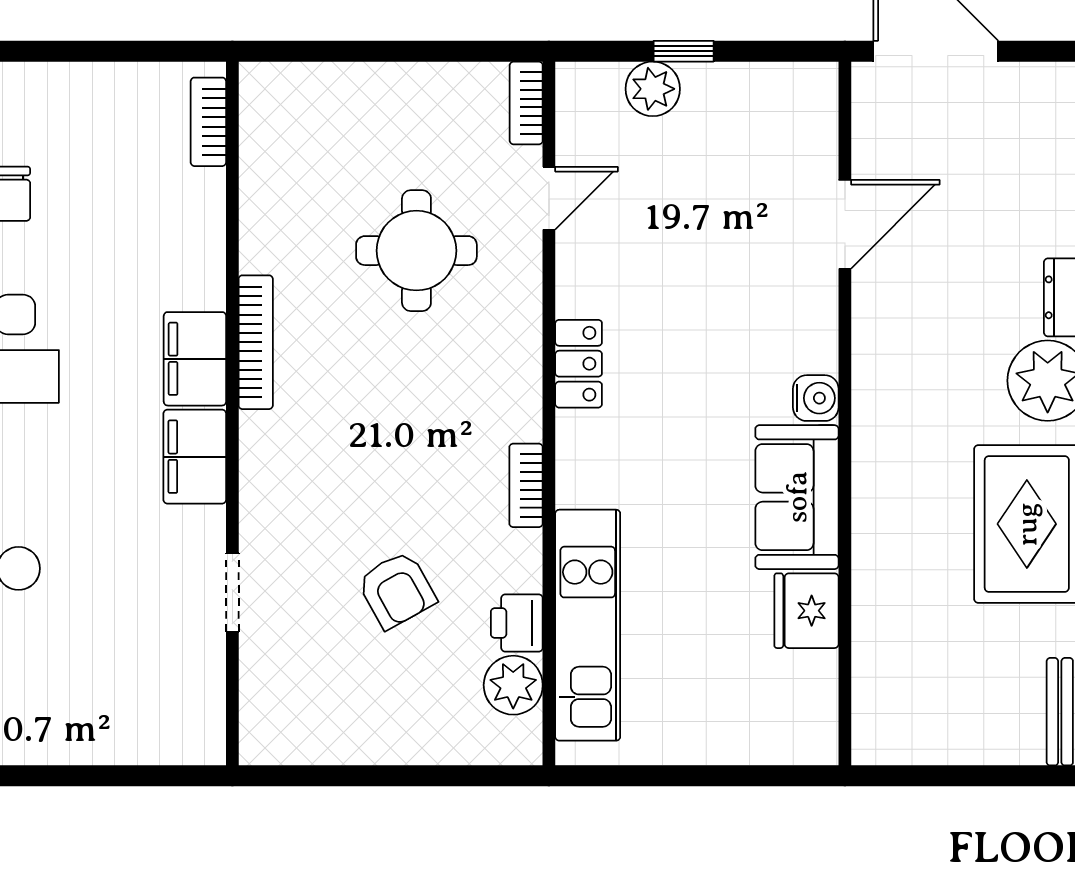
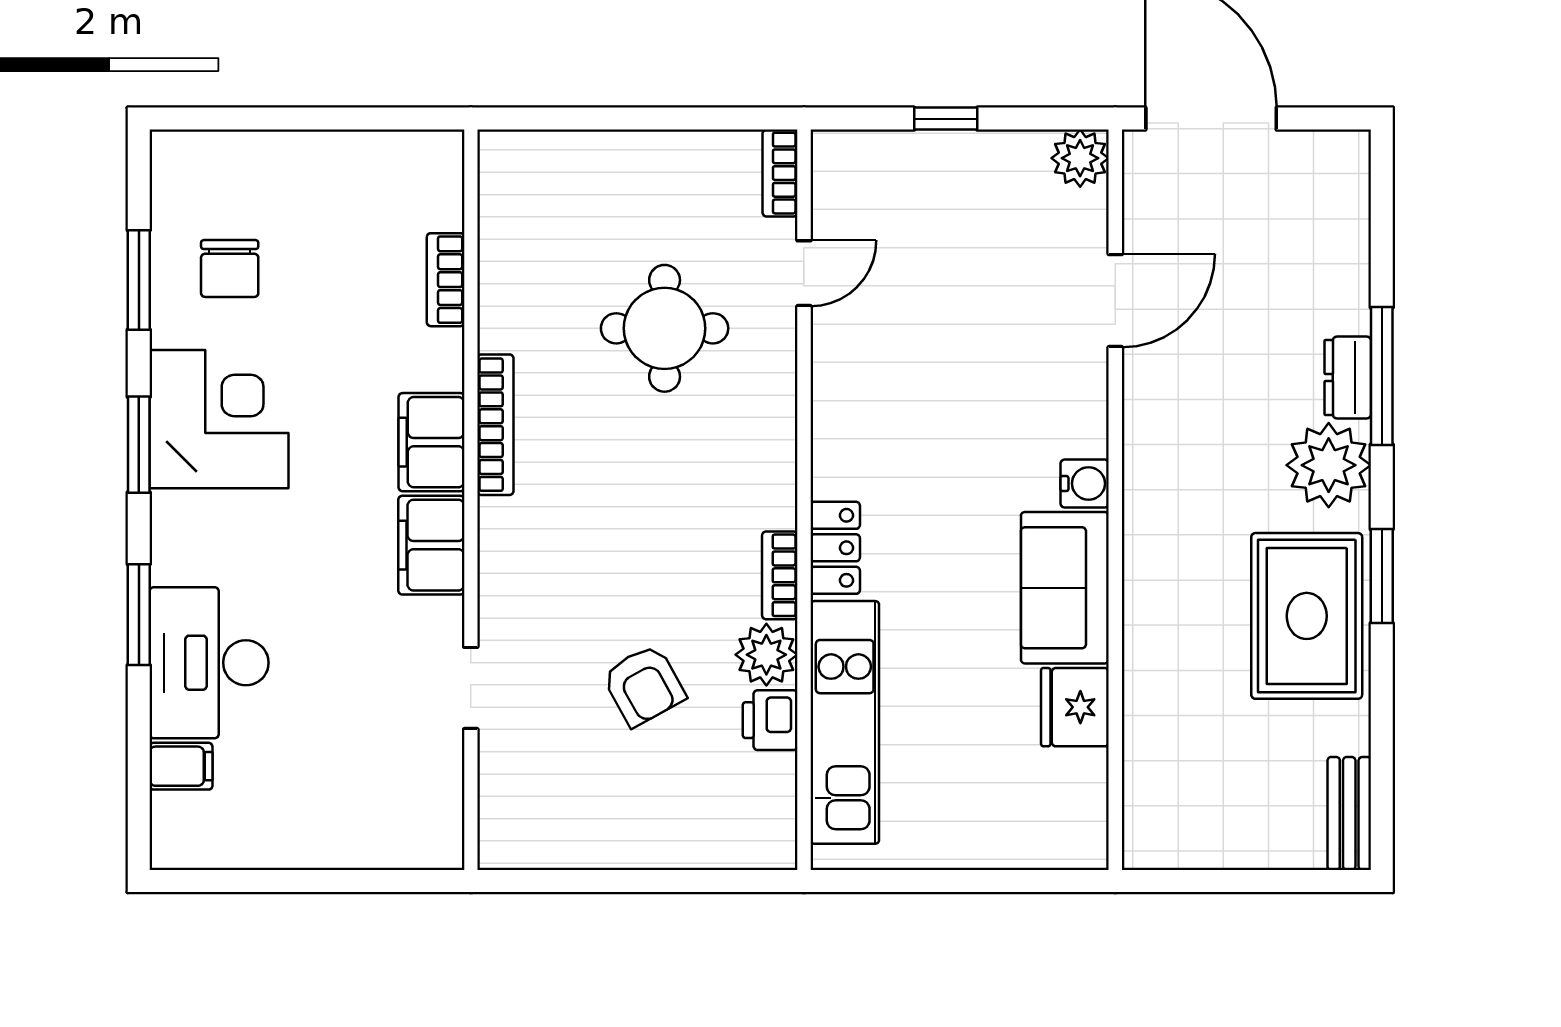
plant: (653, 89) -> (1080, 158), moved
bookcase: (208, 122) -> (446, 280), moved
locker: (579, 364) -> (835, 548), moved
plant: (513, 685) -> (766, 655), moved

